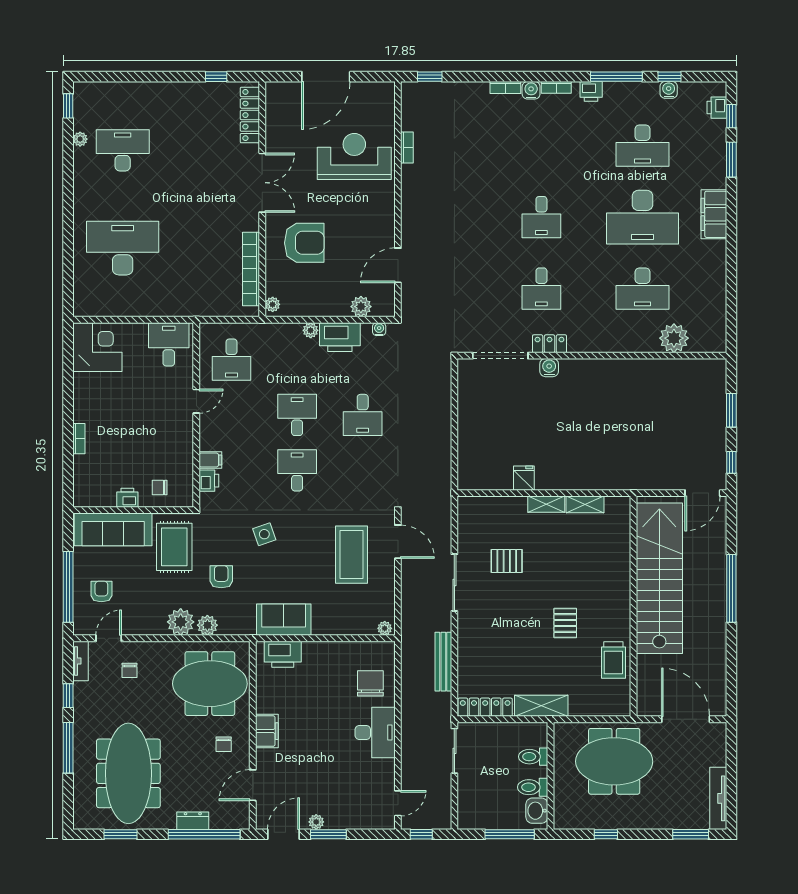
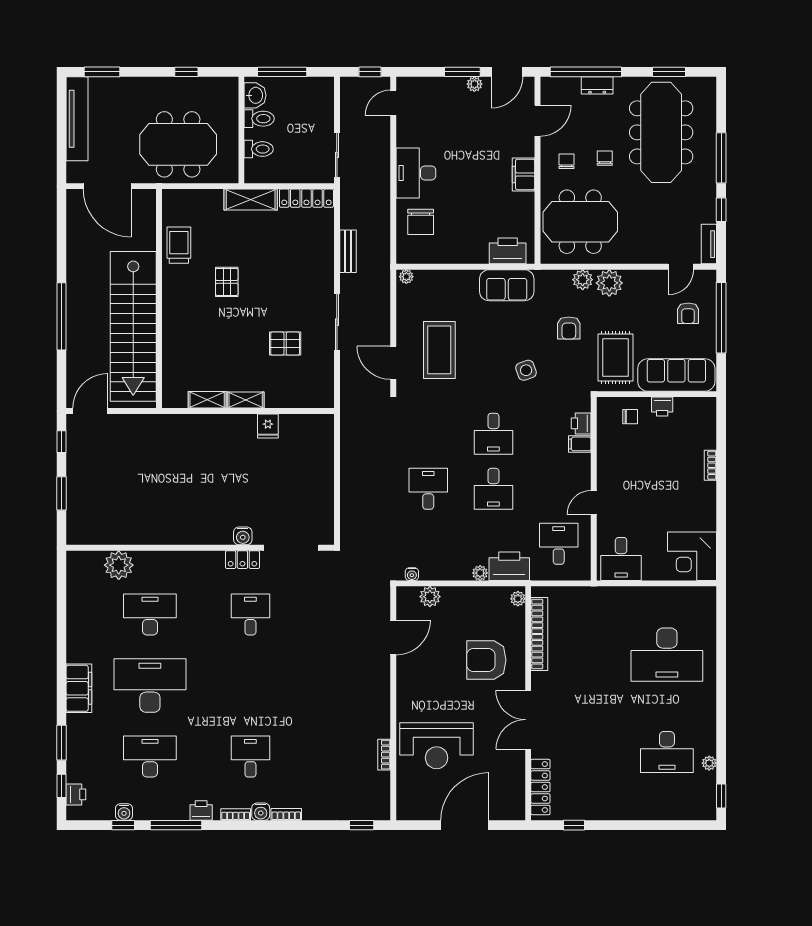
desk: (541, 217) -> (250, 757), moved
printer: (340, 337) -> (509, 566), moved
bench: (443, 662) -> (348, 251), width x0.73
chair: (130, 670) -> (605, 158), moved
tv unit: (718, 798) -> (77, 119), width x1.36, depth x1.29

